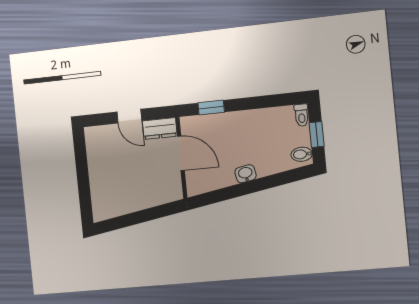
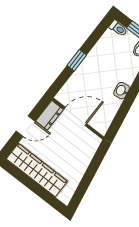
window: (211, 107) -> (77, 60), moved
wardrobe: (100, 165) -> (37, 170), added

